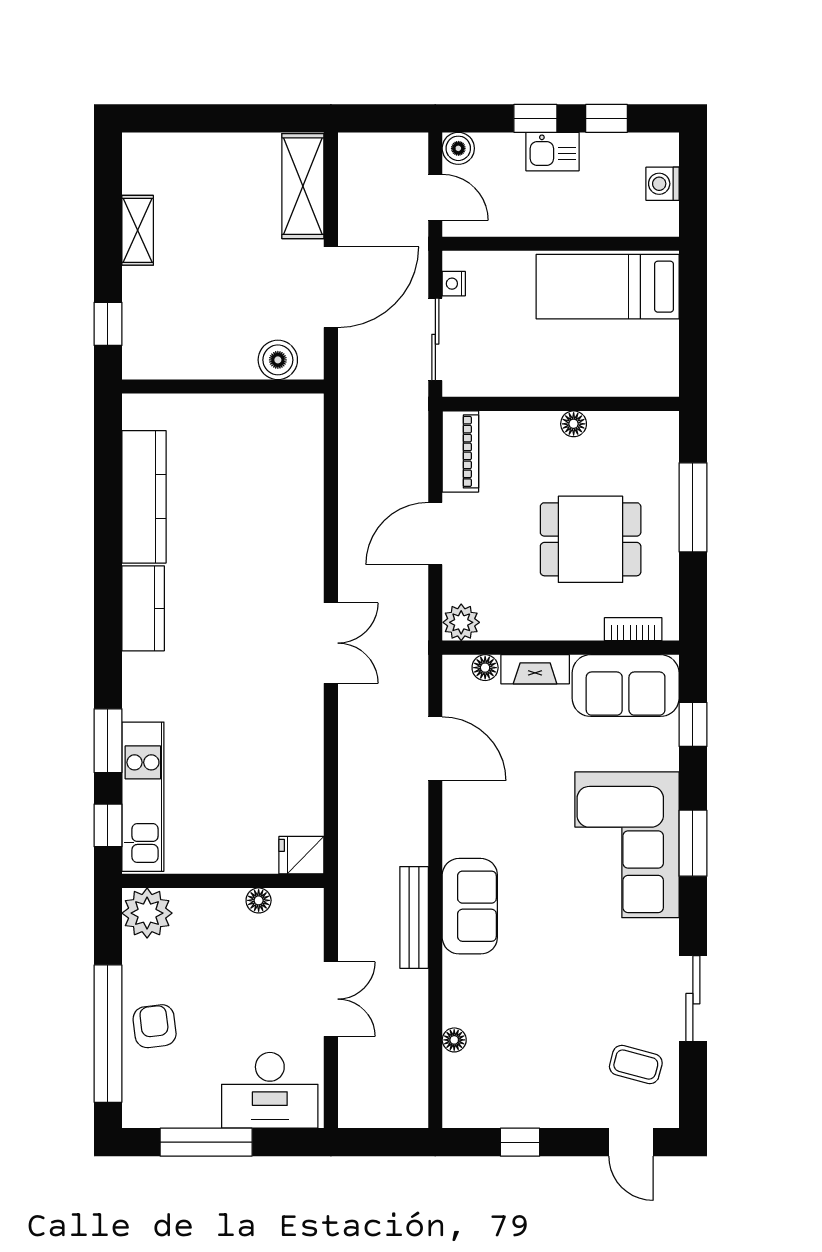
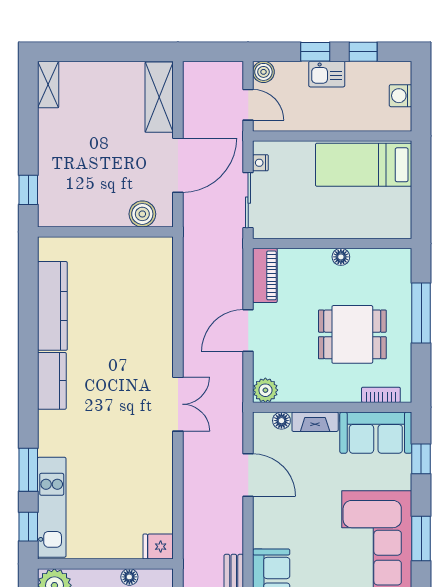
shelving: (138, 230) -> (48, 85), moved

